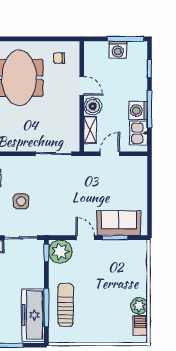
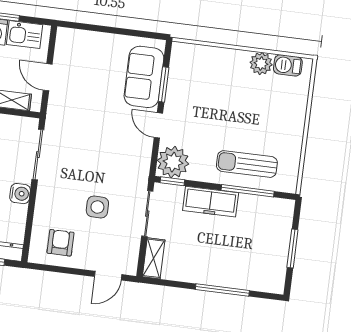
water cooler: (24, 144) -> (20, 194), added
door: (85, 238) -> (158, 125), hinge flipped
freezer: (33, 315) -> (211, 202), moved, width x0.73, depth x0.79

